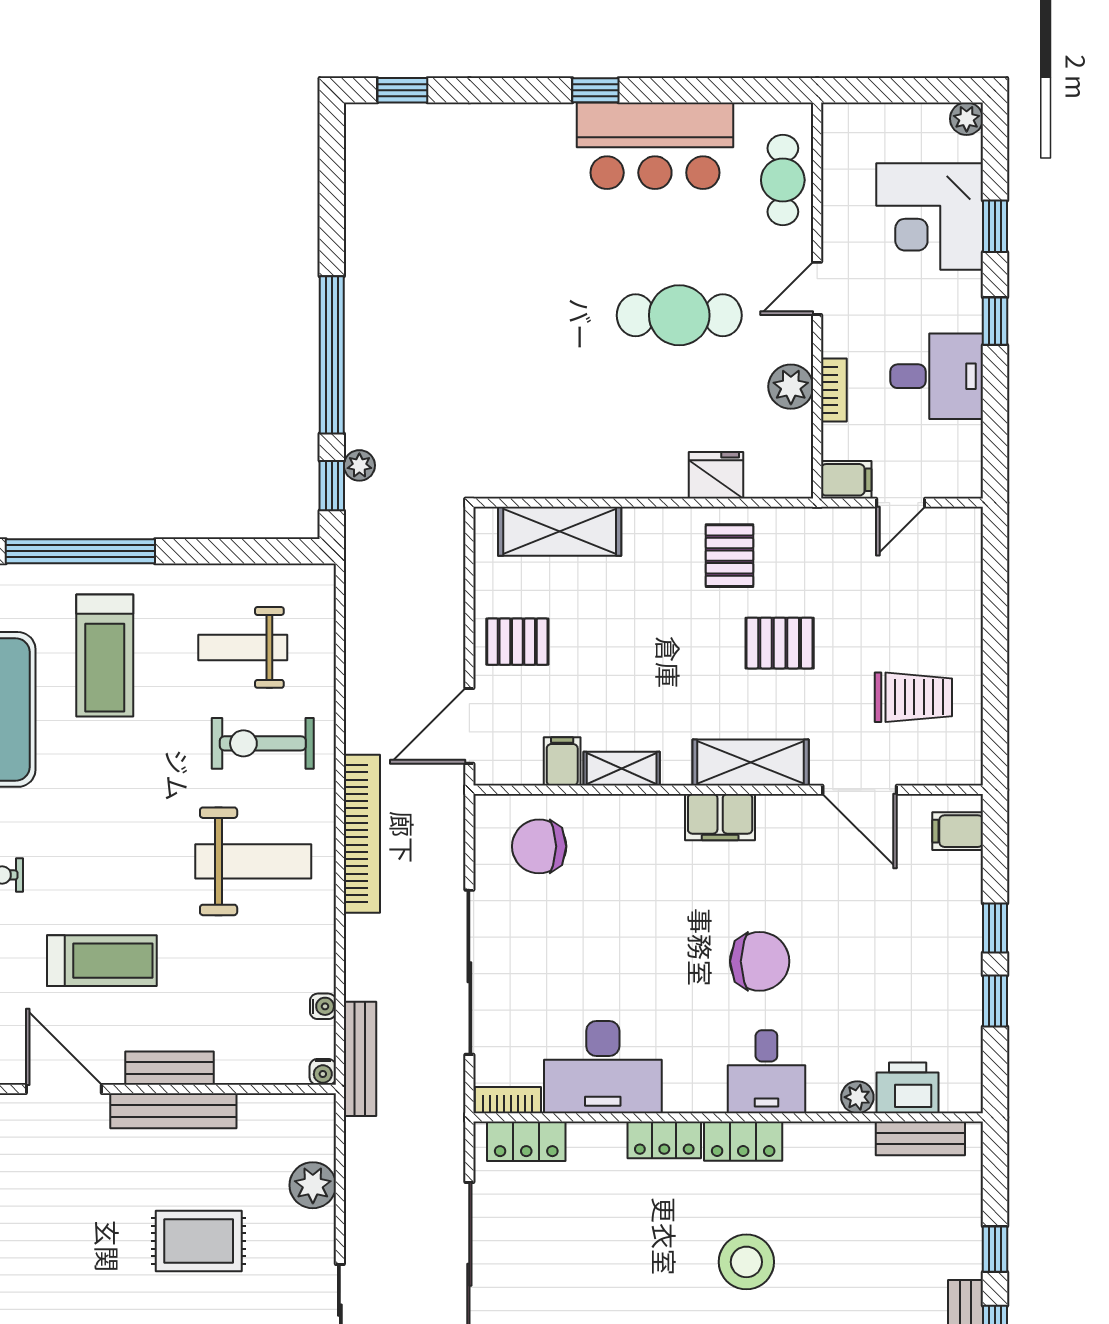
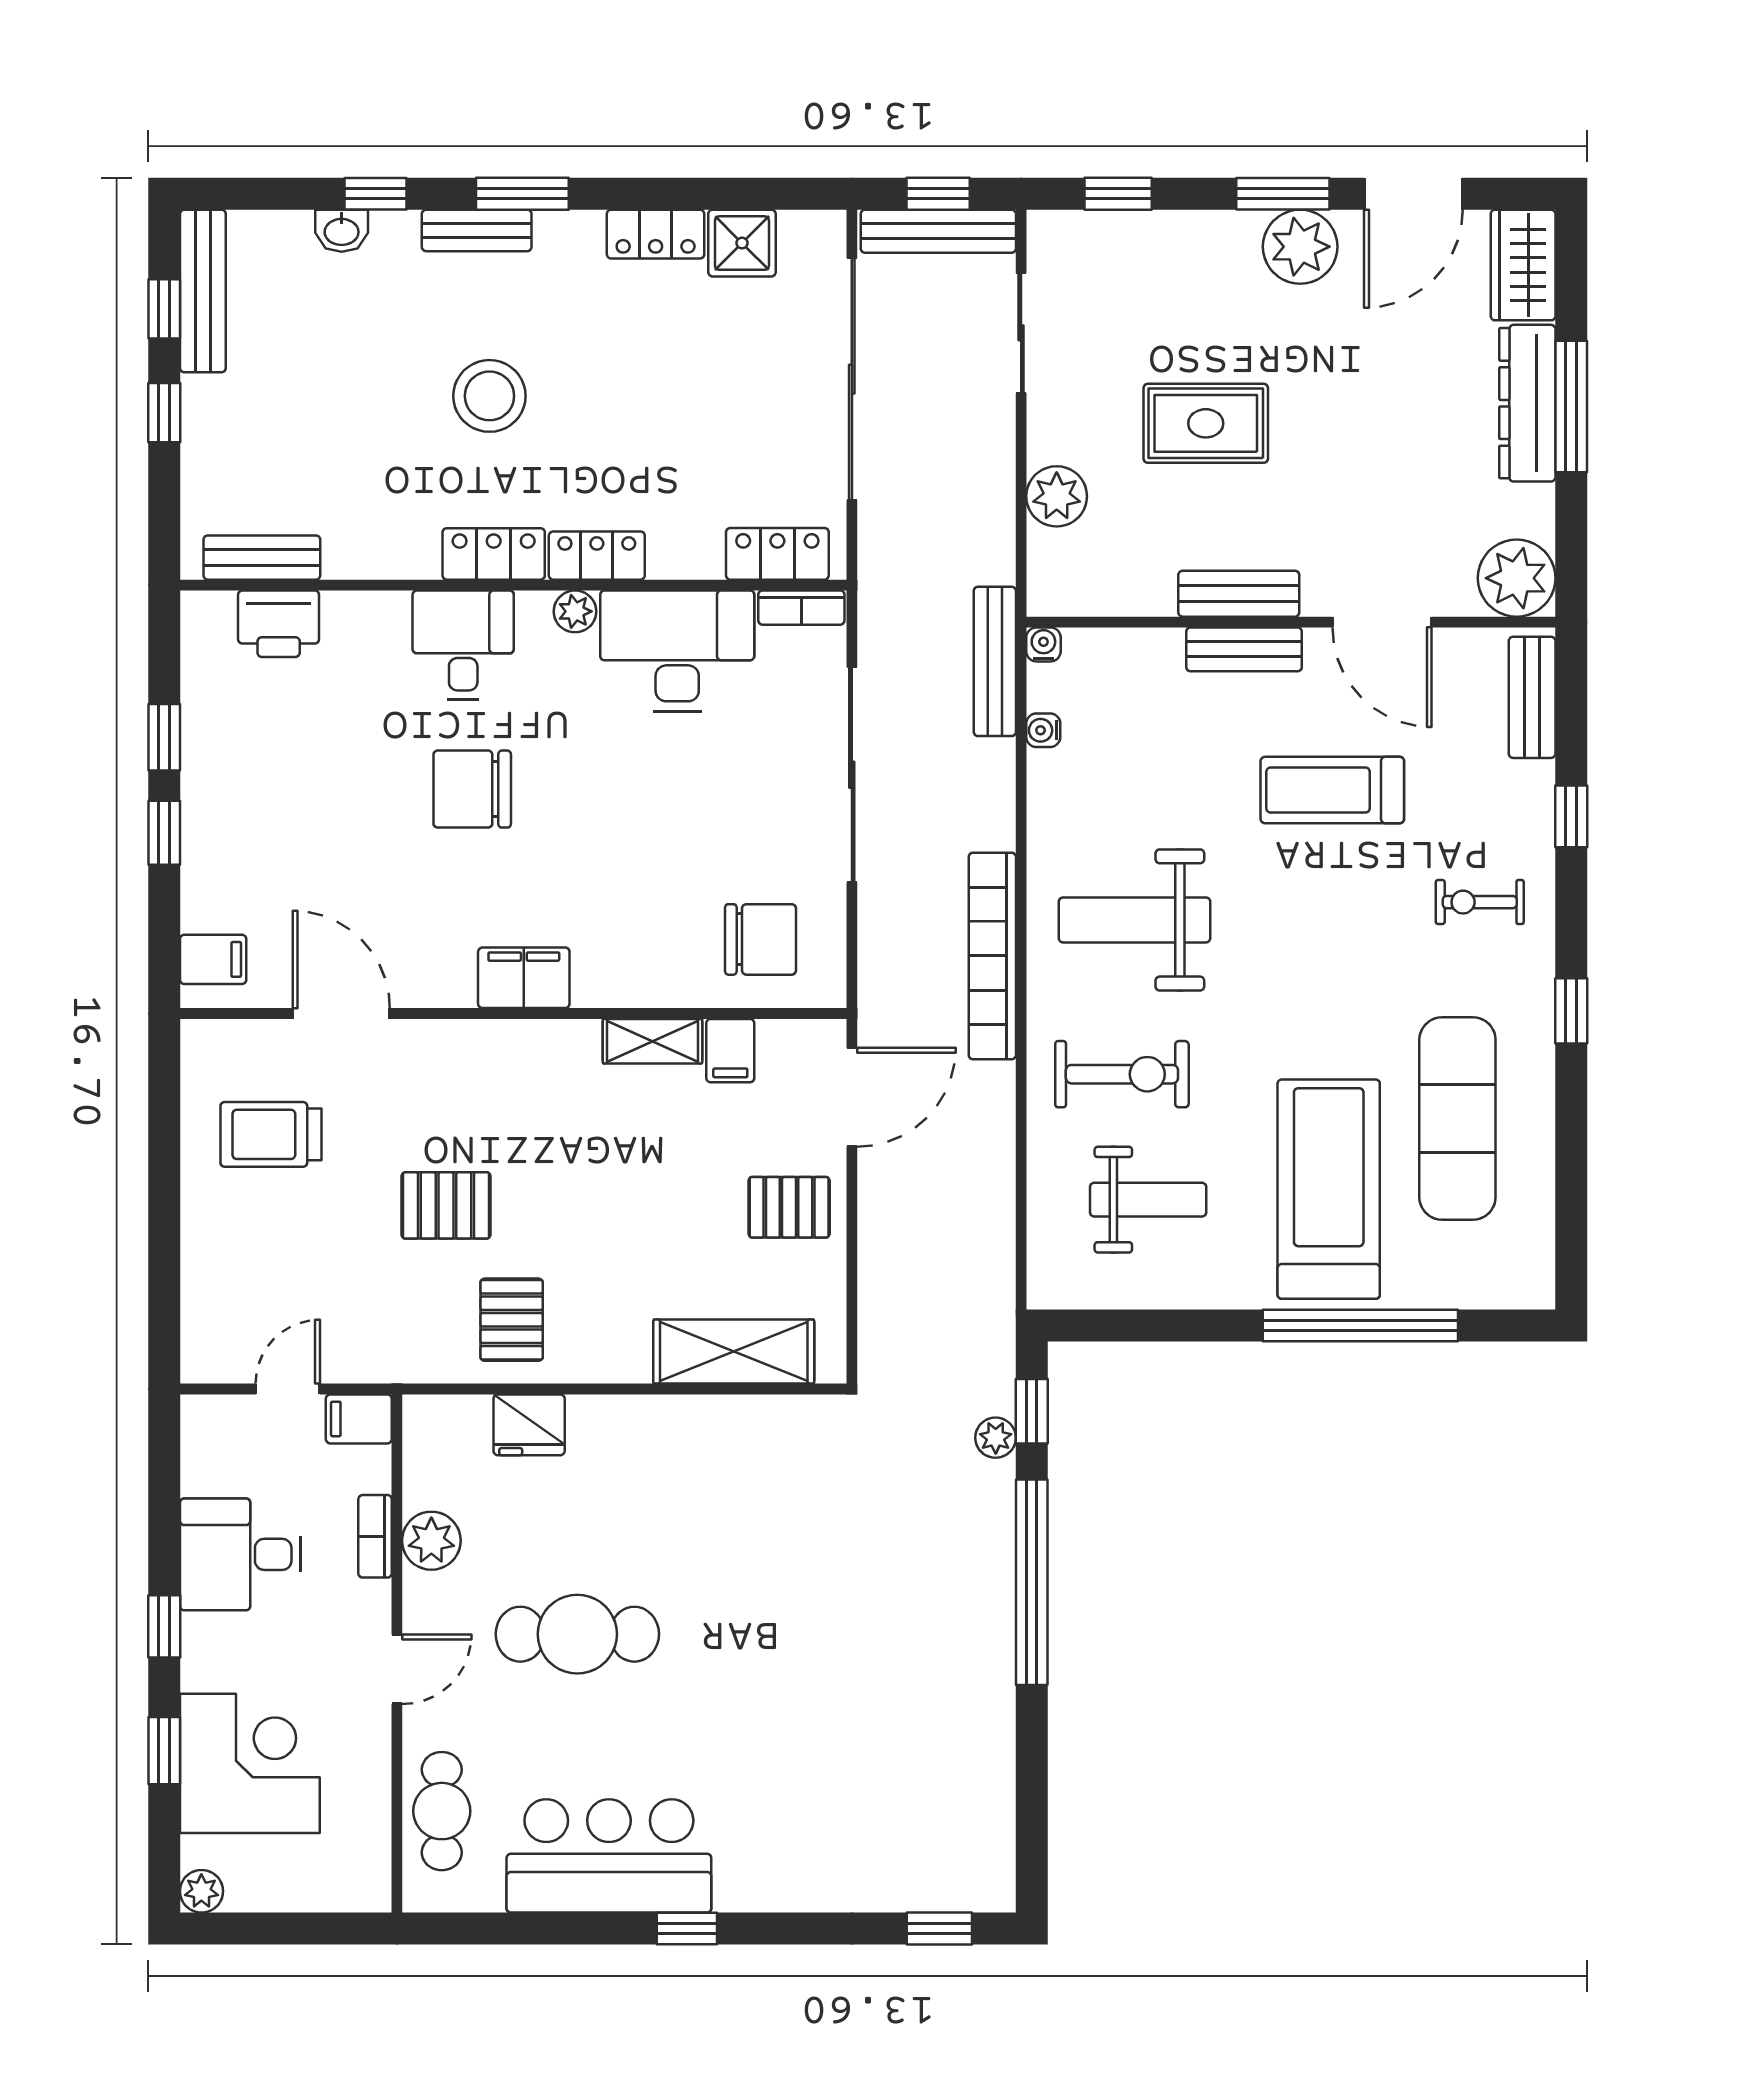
treadmill: (105, 655) -> (1329, 1189), width x1.37, depth x1.38
shelving: (751, 763) -> (484, 1049), removed
plant: (857, 1097) -> (575, 611), moved
bench: (173, 1111) -> (1239, 594), width x0.73

